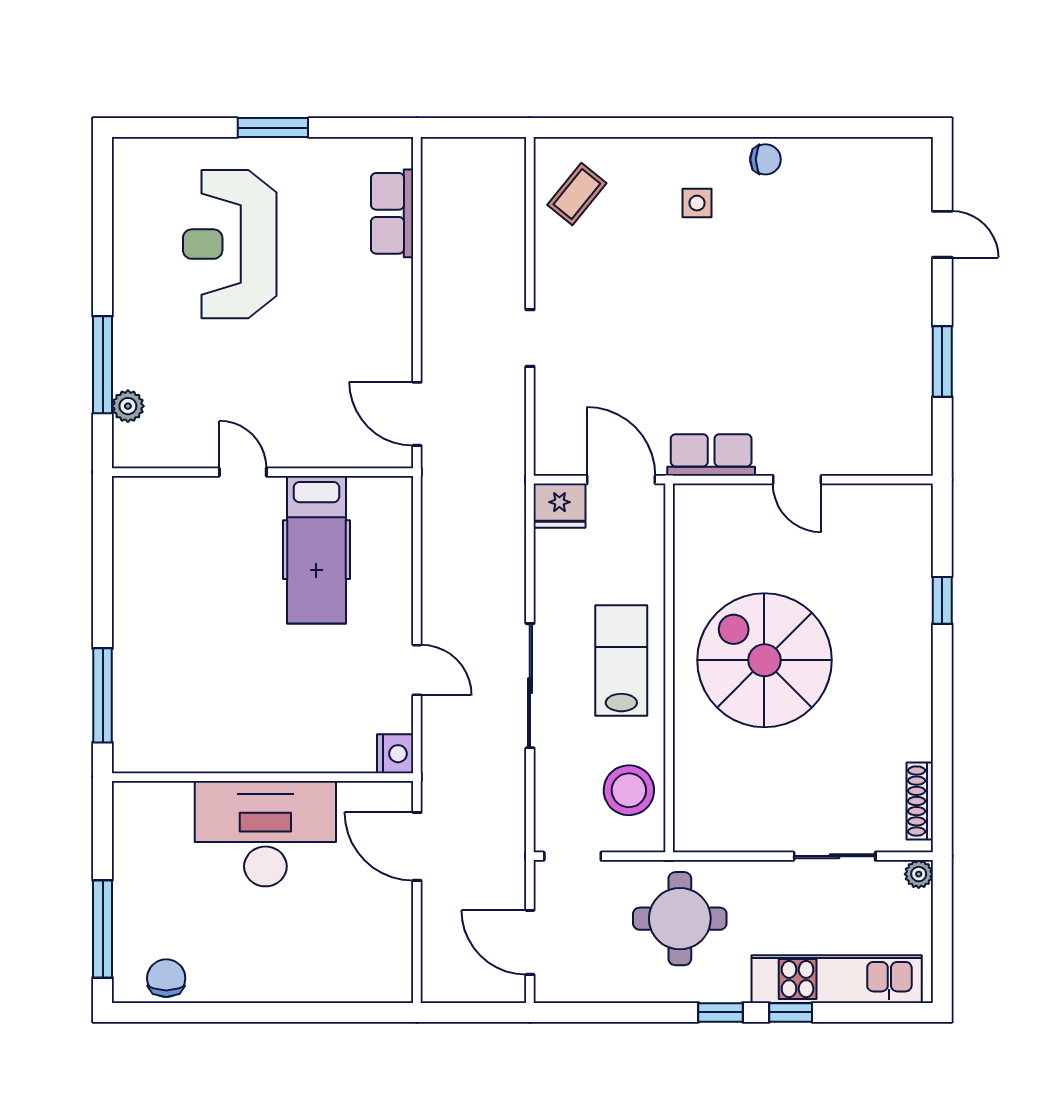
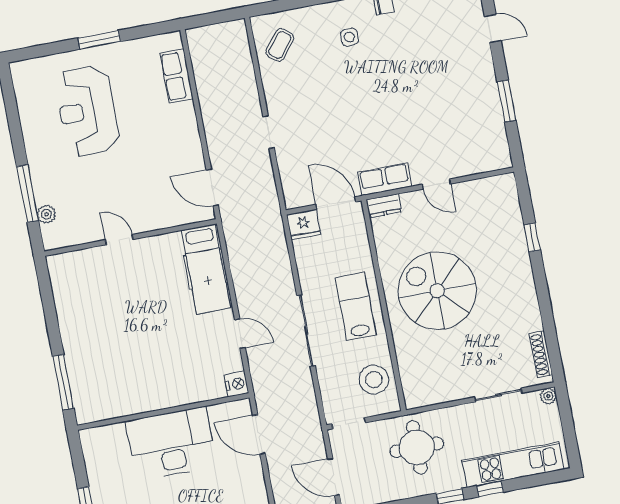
dresser: (702, 499) -> (384, 206), added
hospital bed: (316, 550) -> (206, 269), moved

